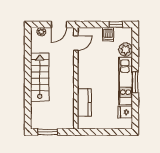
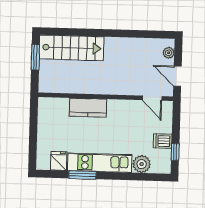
stairs: (40, 77) -> (71, 48), moved
window: (135, 82) -> (82, 175), moved
kitchen counter: (84, 102) -> (88, 108), moved

